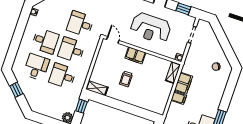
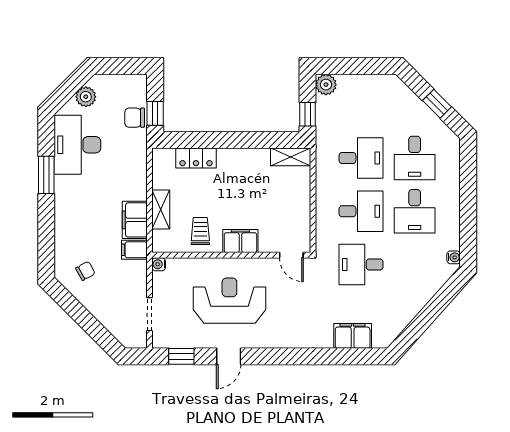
desk: (80, 24) -> (361, 265), turned 180
desk: (45, 41) -> (415, 211), turned -90
shelving: (173, 73) -> (161, 209), moved
trolley: (126, 79) -> (200, 231), moved
filing cabinet: (179, 98) -> (134, 250), moved
locker: (143, 103) -> (196, 158), added

